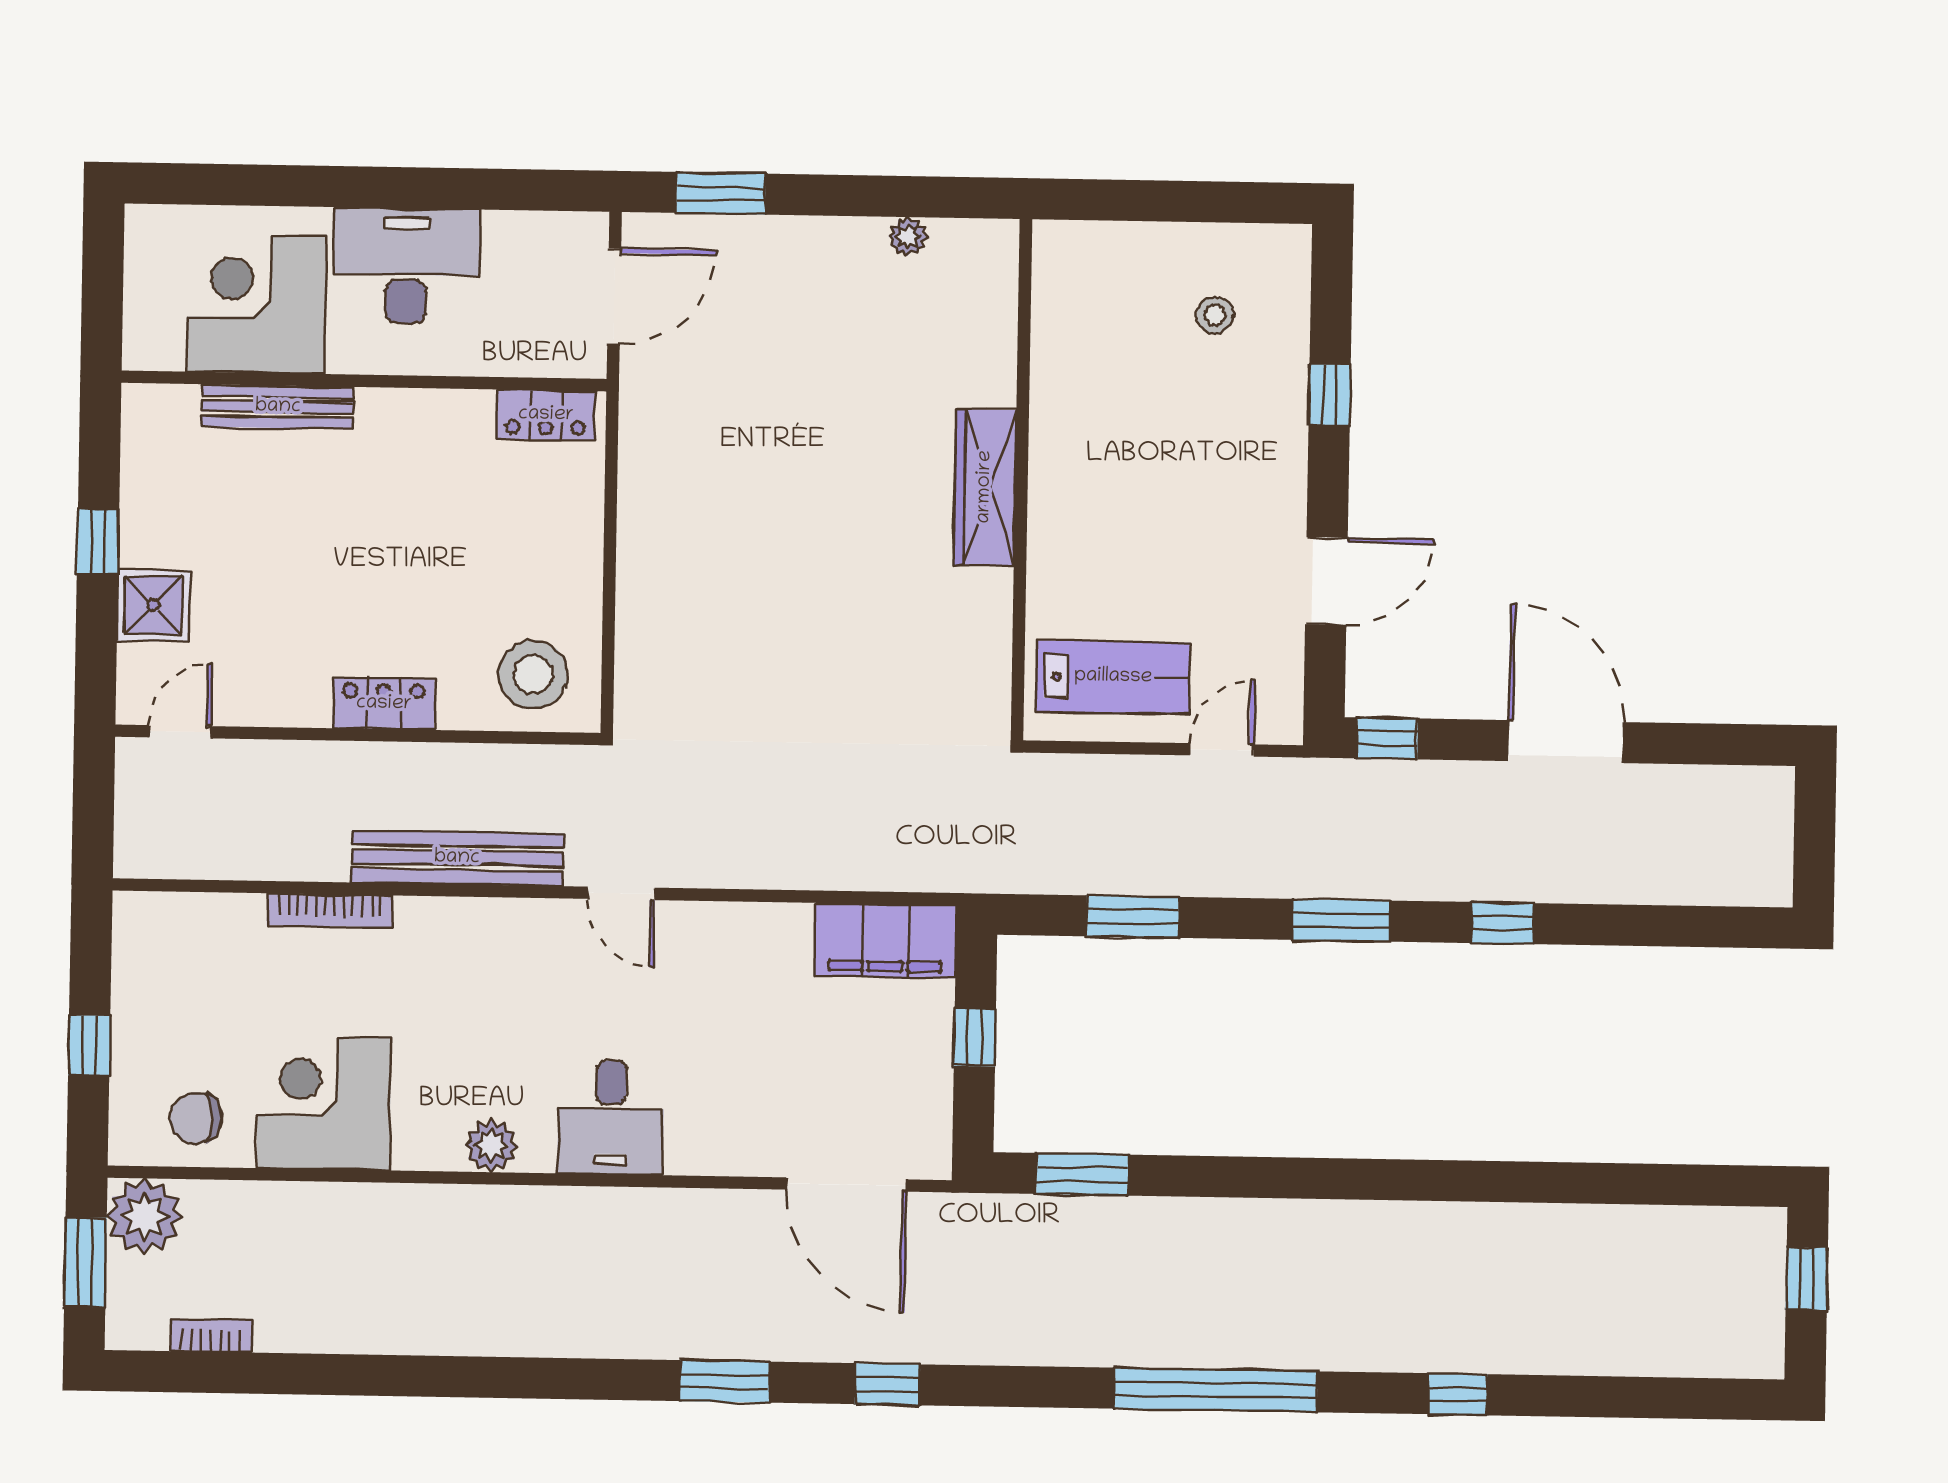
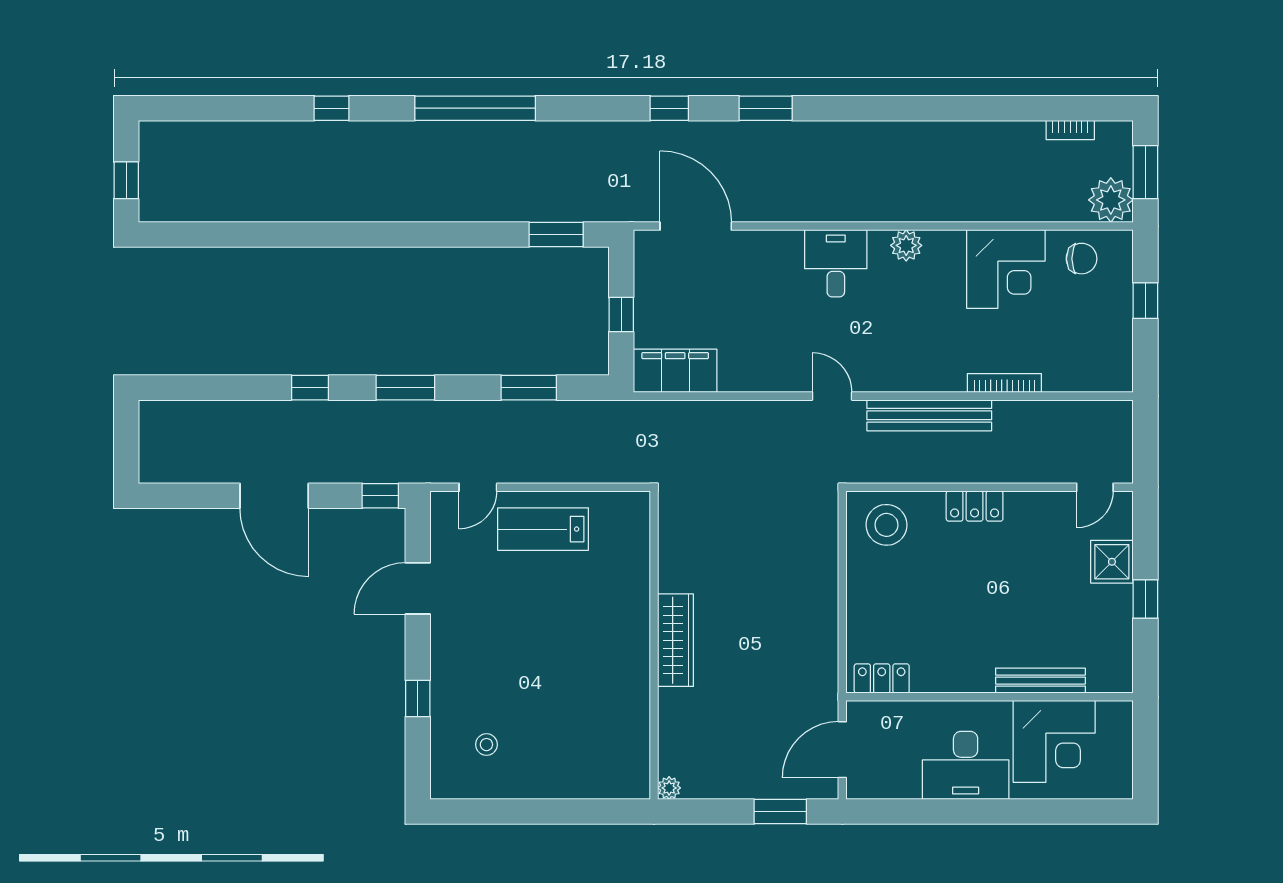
wall: (1021, 480) -> (654, 645), moved
wardrobe: (985, 487) -> (676, 640), moved

